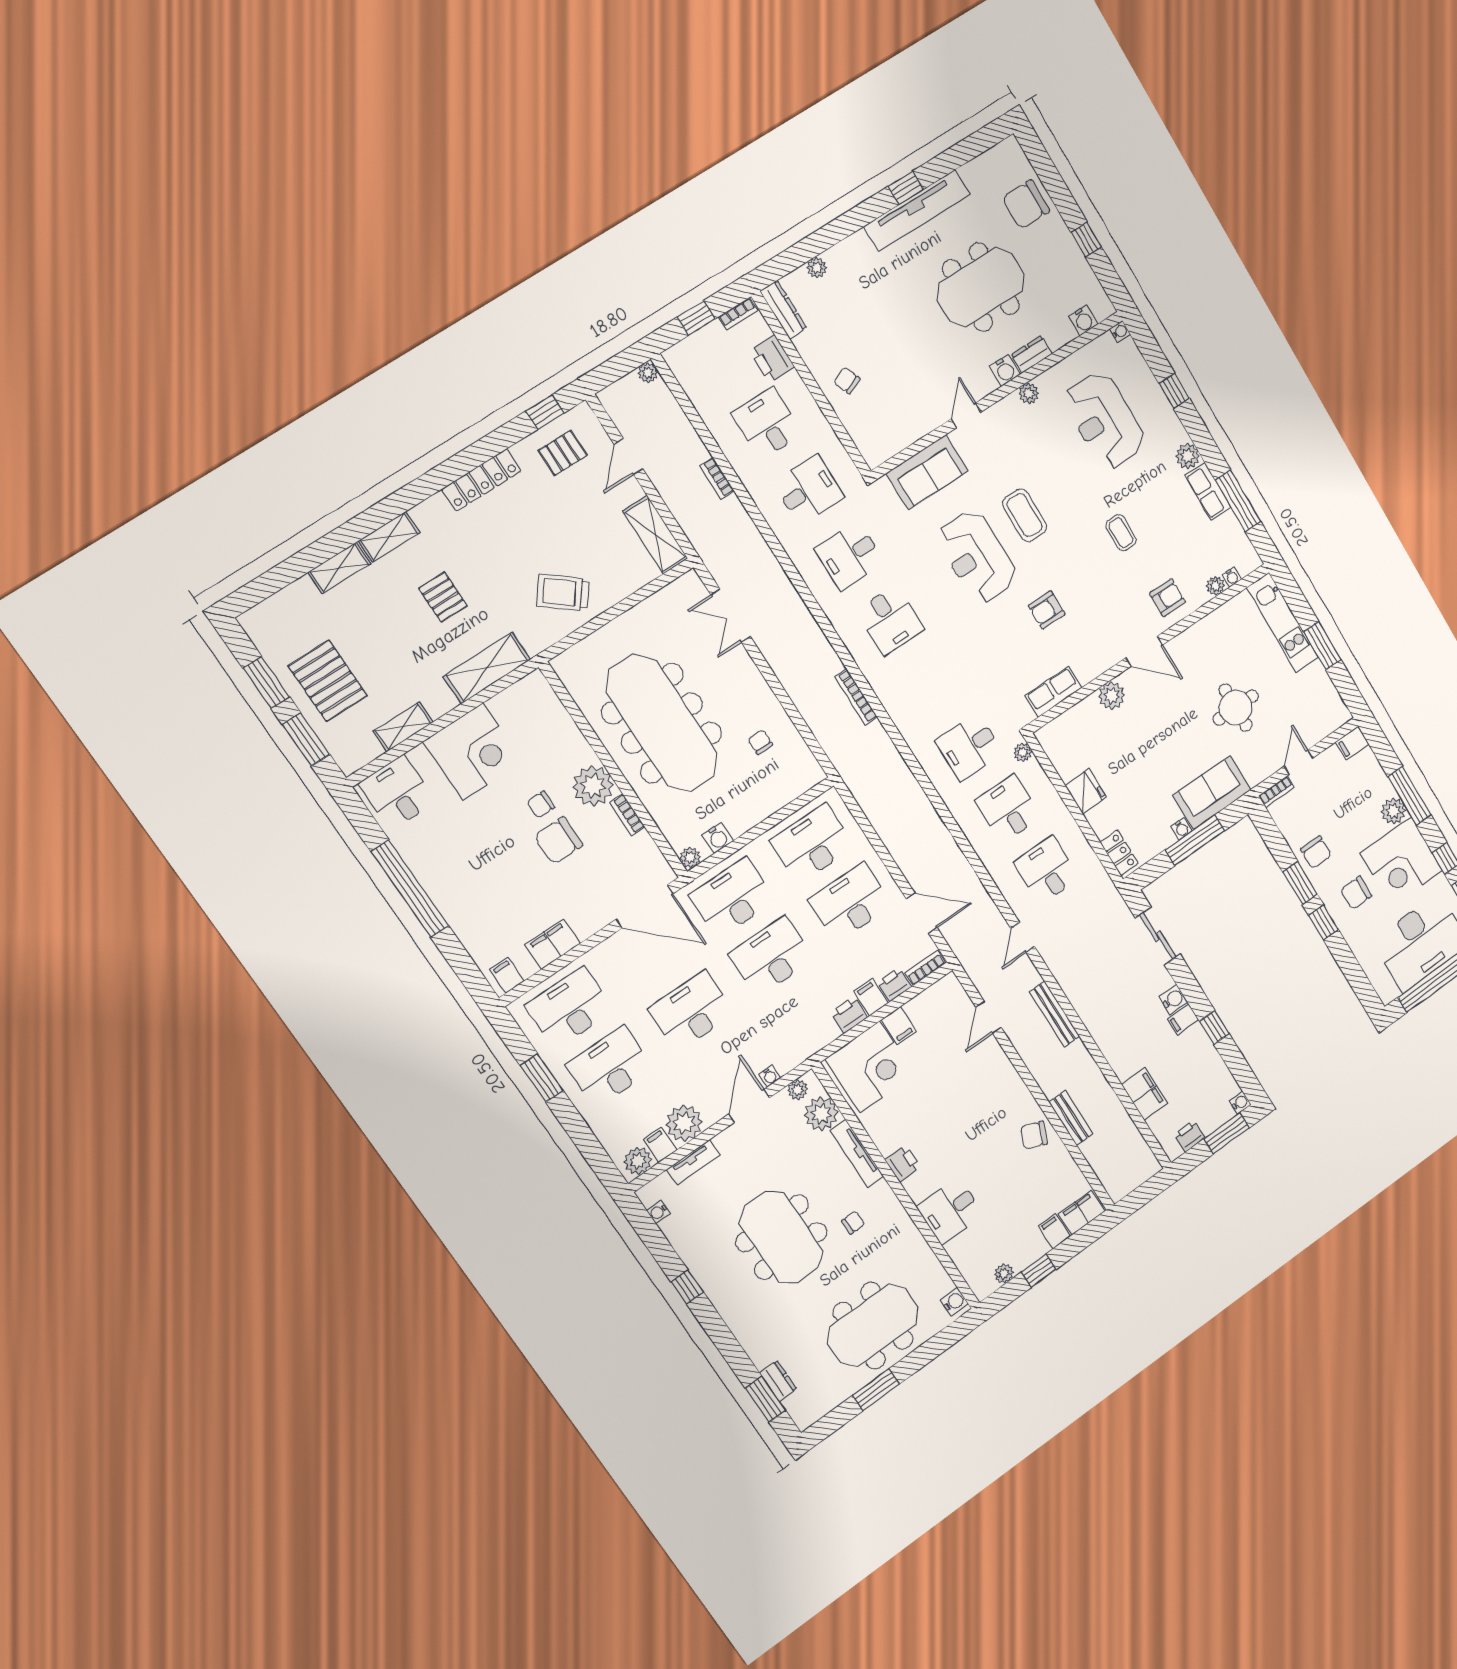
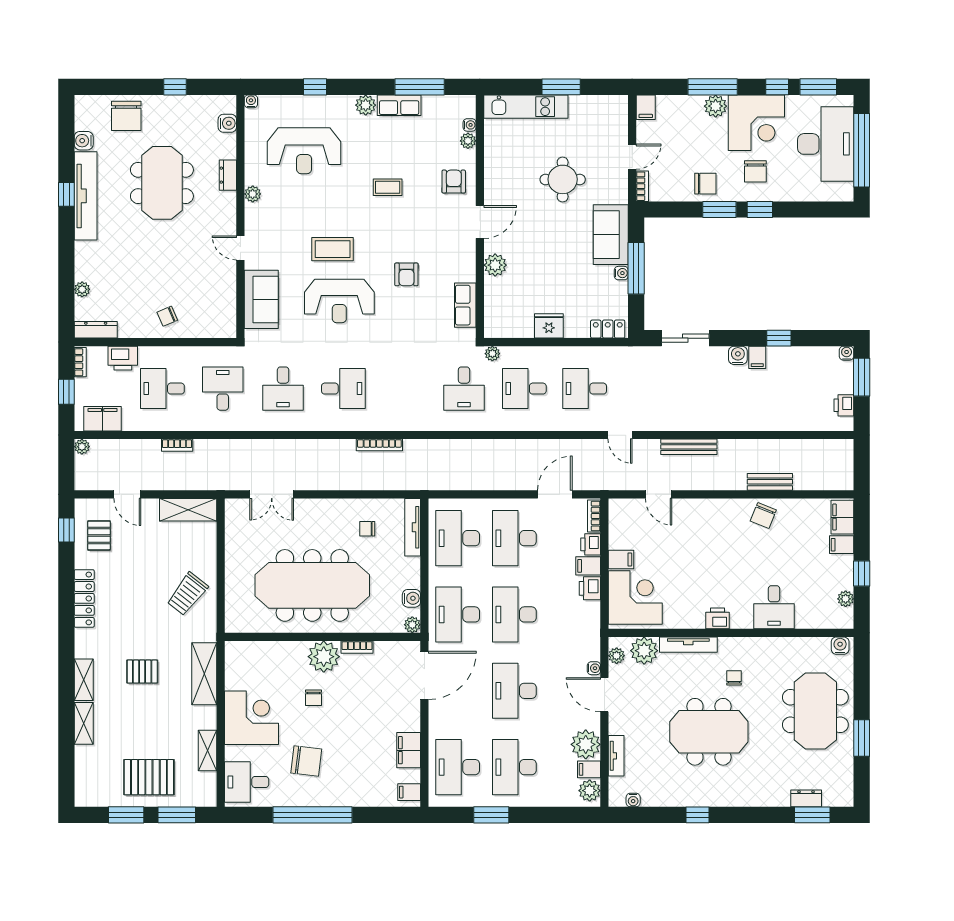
water cooler: (1005, 370) -> (84, 141), moved, turned 180
door: (1298, 762) -> (632, 157), swing flipped
tv unit: (793, 789) -> (413, 527), added
chair: (559, 841) -> (306, 761), moved, turned -83
filing cabinet: (1144, 1094) -> (103, 419), moved

